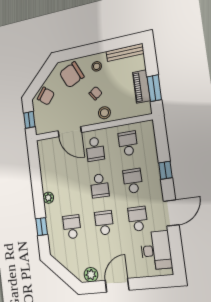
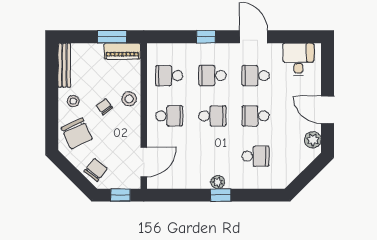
piano: (141, 87) -> (122, 51), moved
door: (70, 132) -> (144, 162), moved
window: (42, 227) -> (221, 195), moved
school desk: (72, 227) -> (256, 156), turned 180
desk: (156, 250) -> (298, 59), width x0.73

